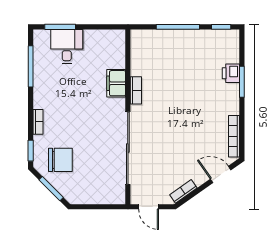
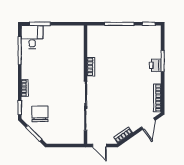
desk: (67, 46) -> (32, 37), moved
printer: (231, 73) -> (155, 65), moved
filing cabinet: (116, 83) -> (78, 62), removed
chair: (60, 160) -> (40, 114), turned -90
door: (221, 174) -> (148, 124), swing flipped

